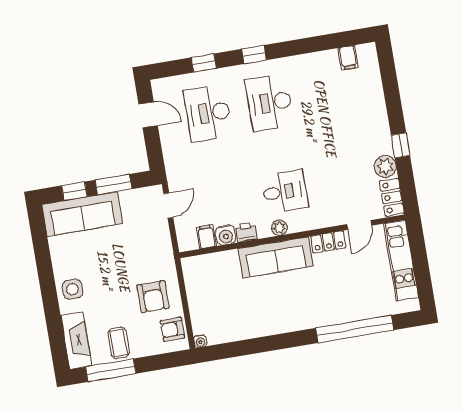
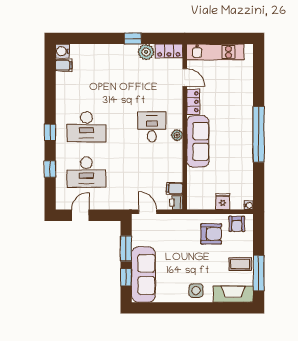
printer: (246, 232) -> (176, 203), moved
water cooler: (226, 235) -> (62, 51), moved, turned 180
fridge: (199, 305) -> (223, 202), added
window: (355, 329) -> (259, 134), moved

